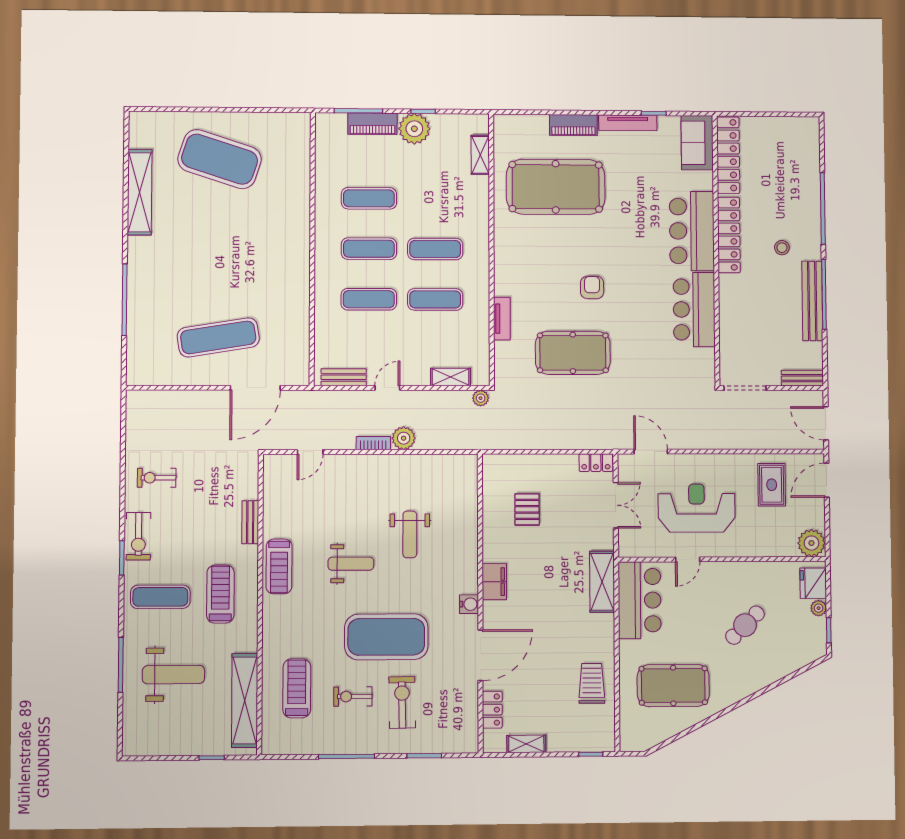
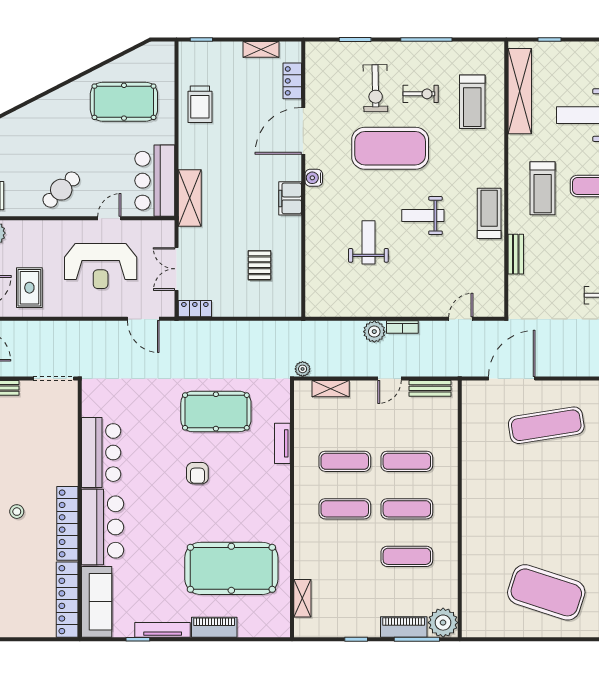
plant: (414, 129) -> (443, 623), moved
sofa: (697, 143) -> (97, 602), width x1.36
cafe table: (745, 625) -> (61, 190), moved

